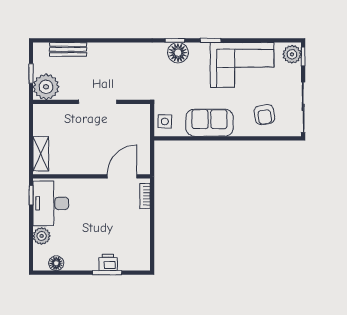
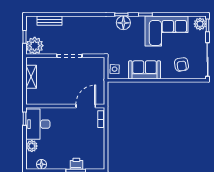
shelving: (41, 154) -> (31, 77), moved

